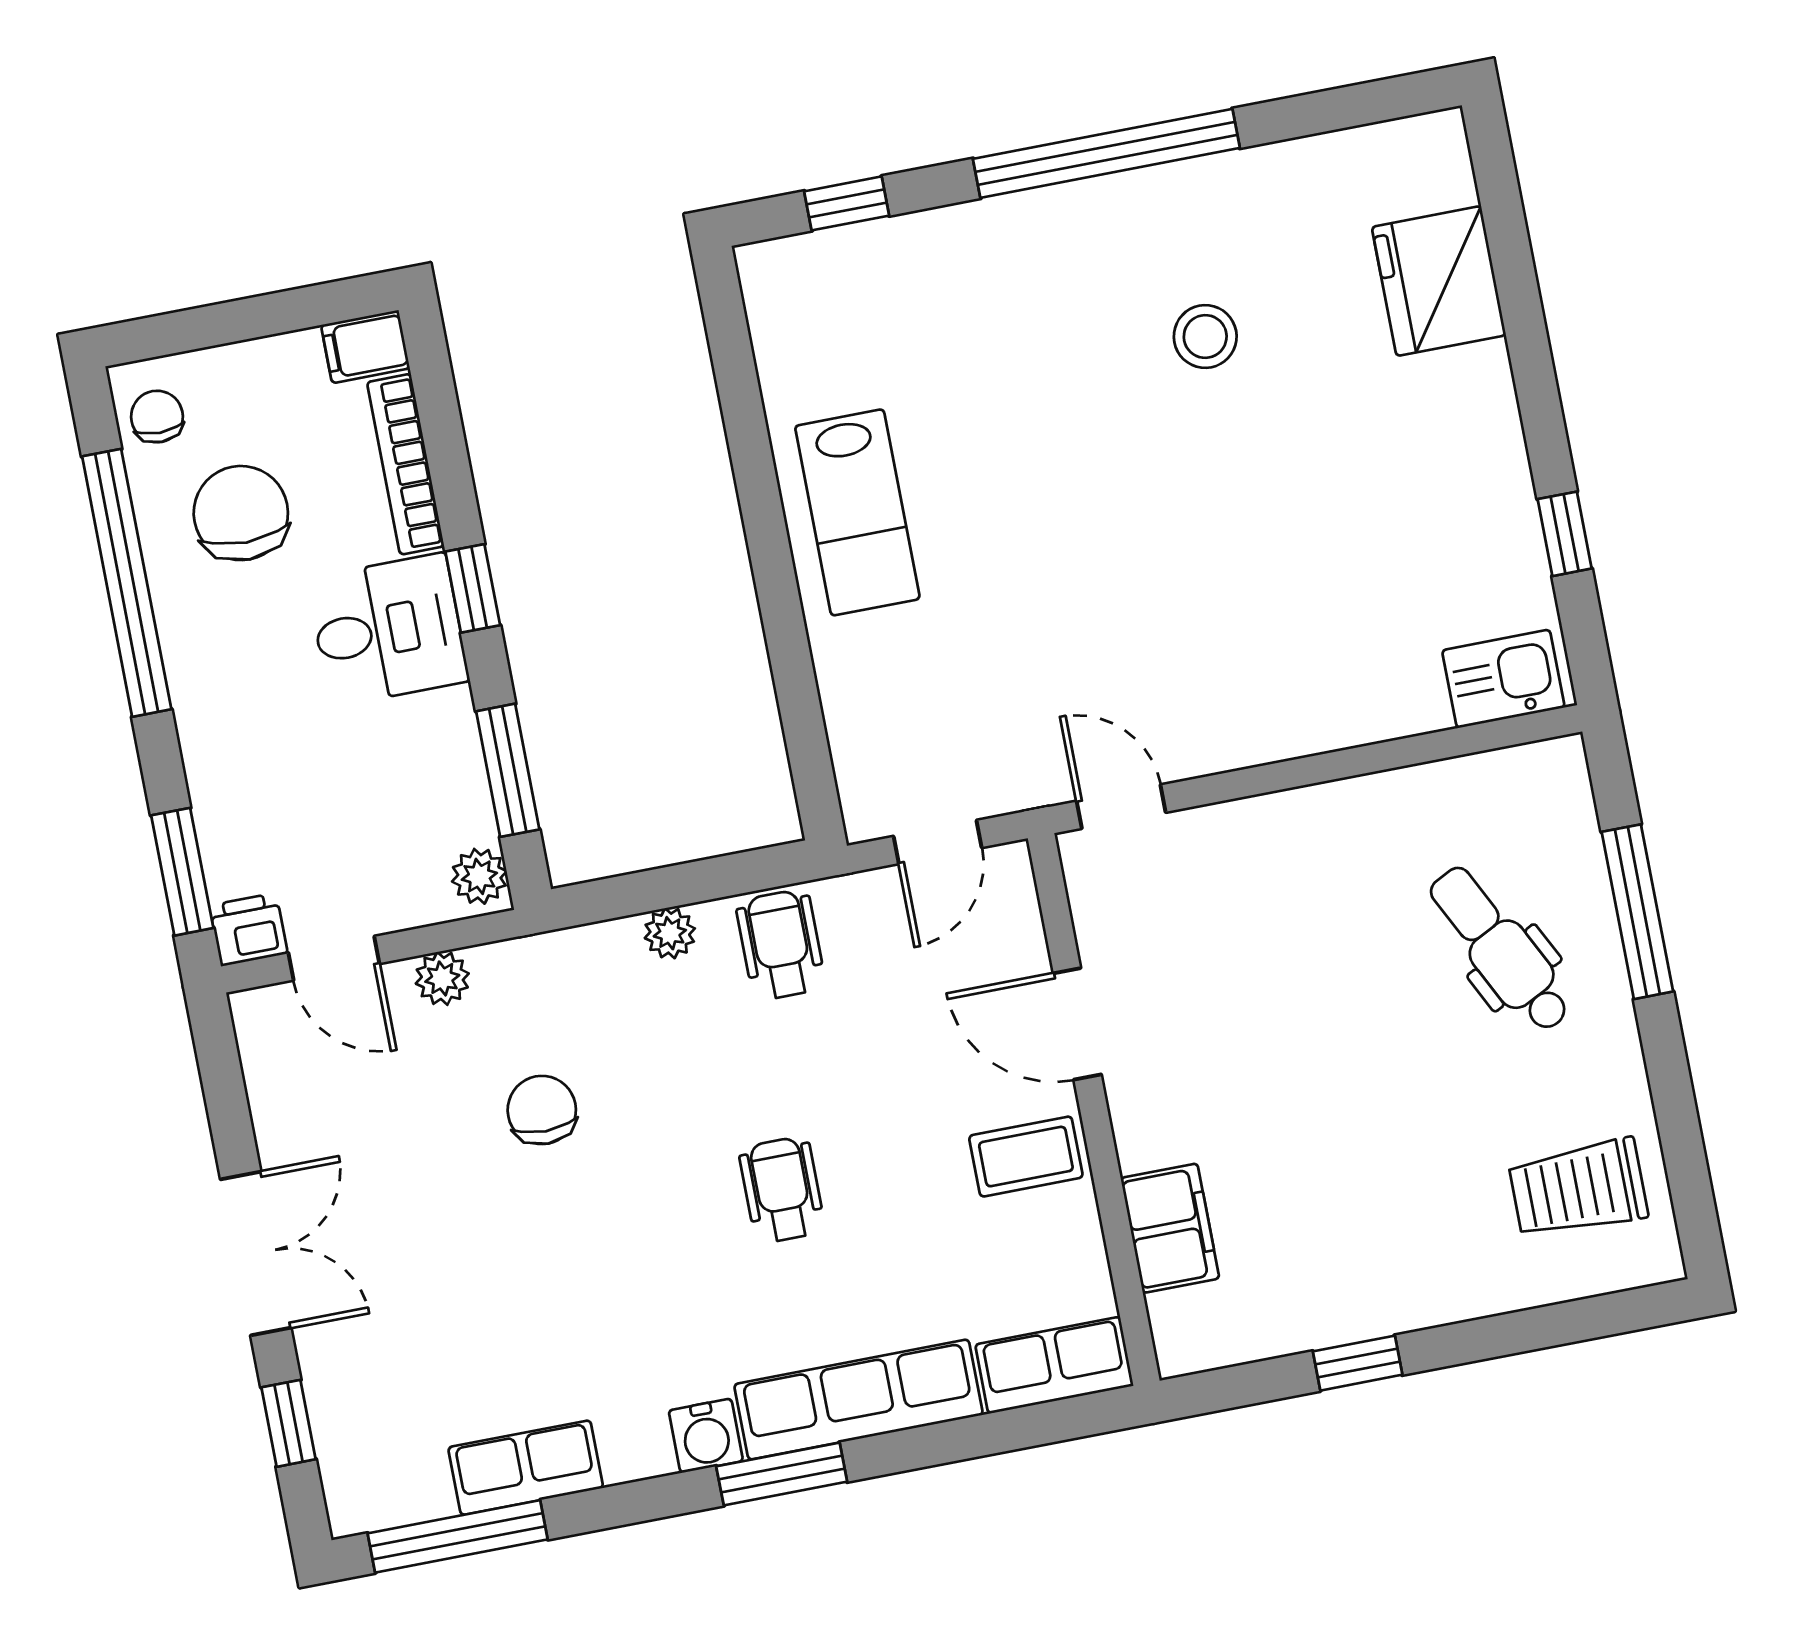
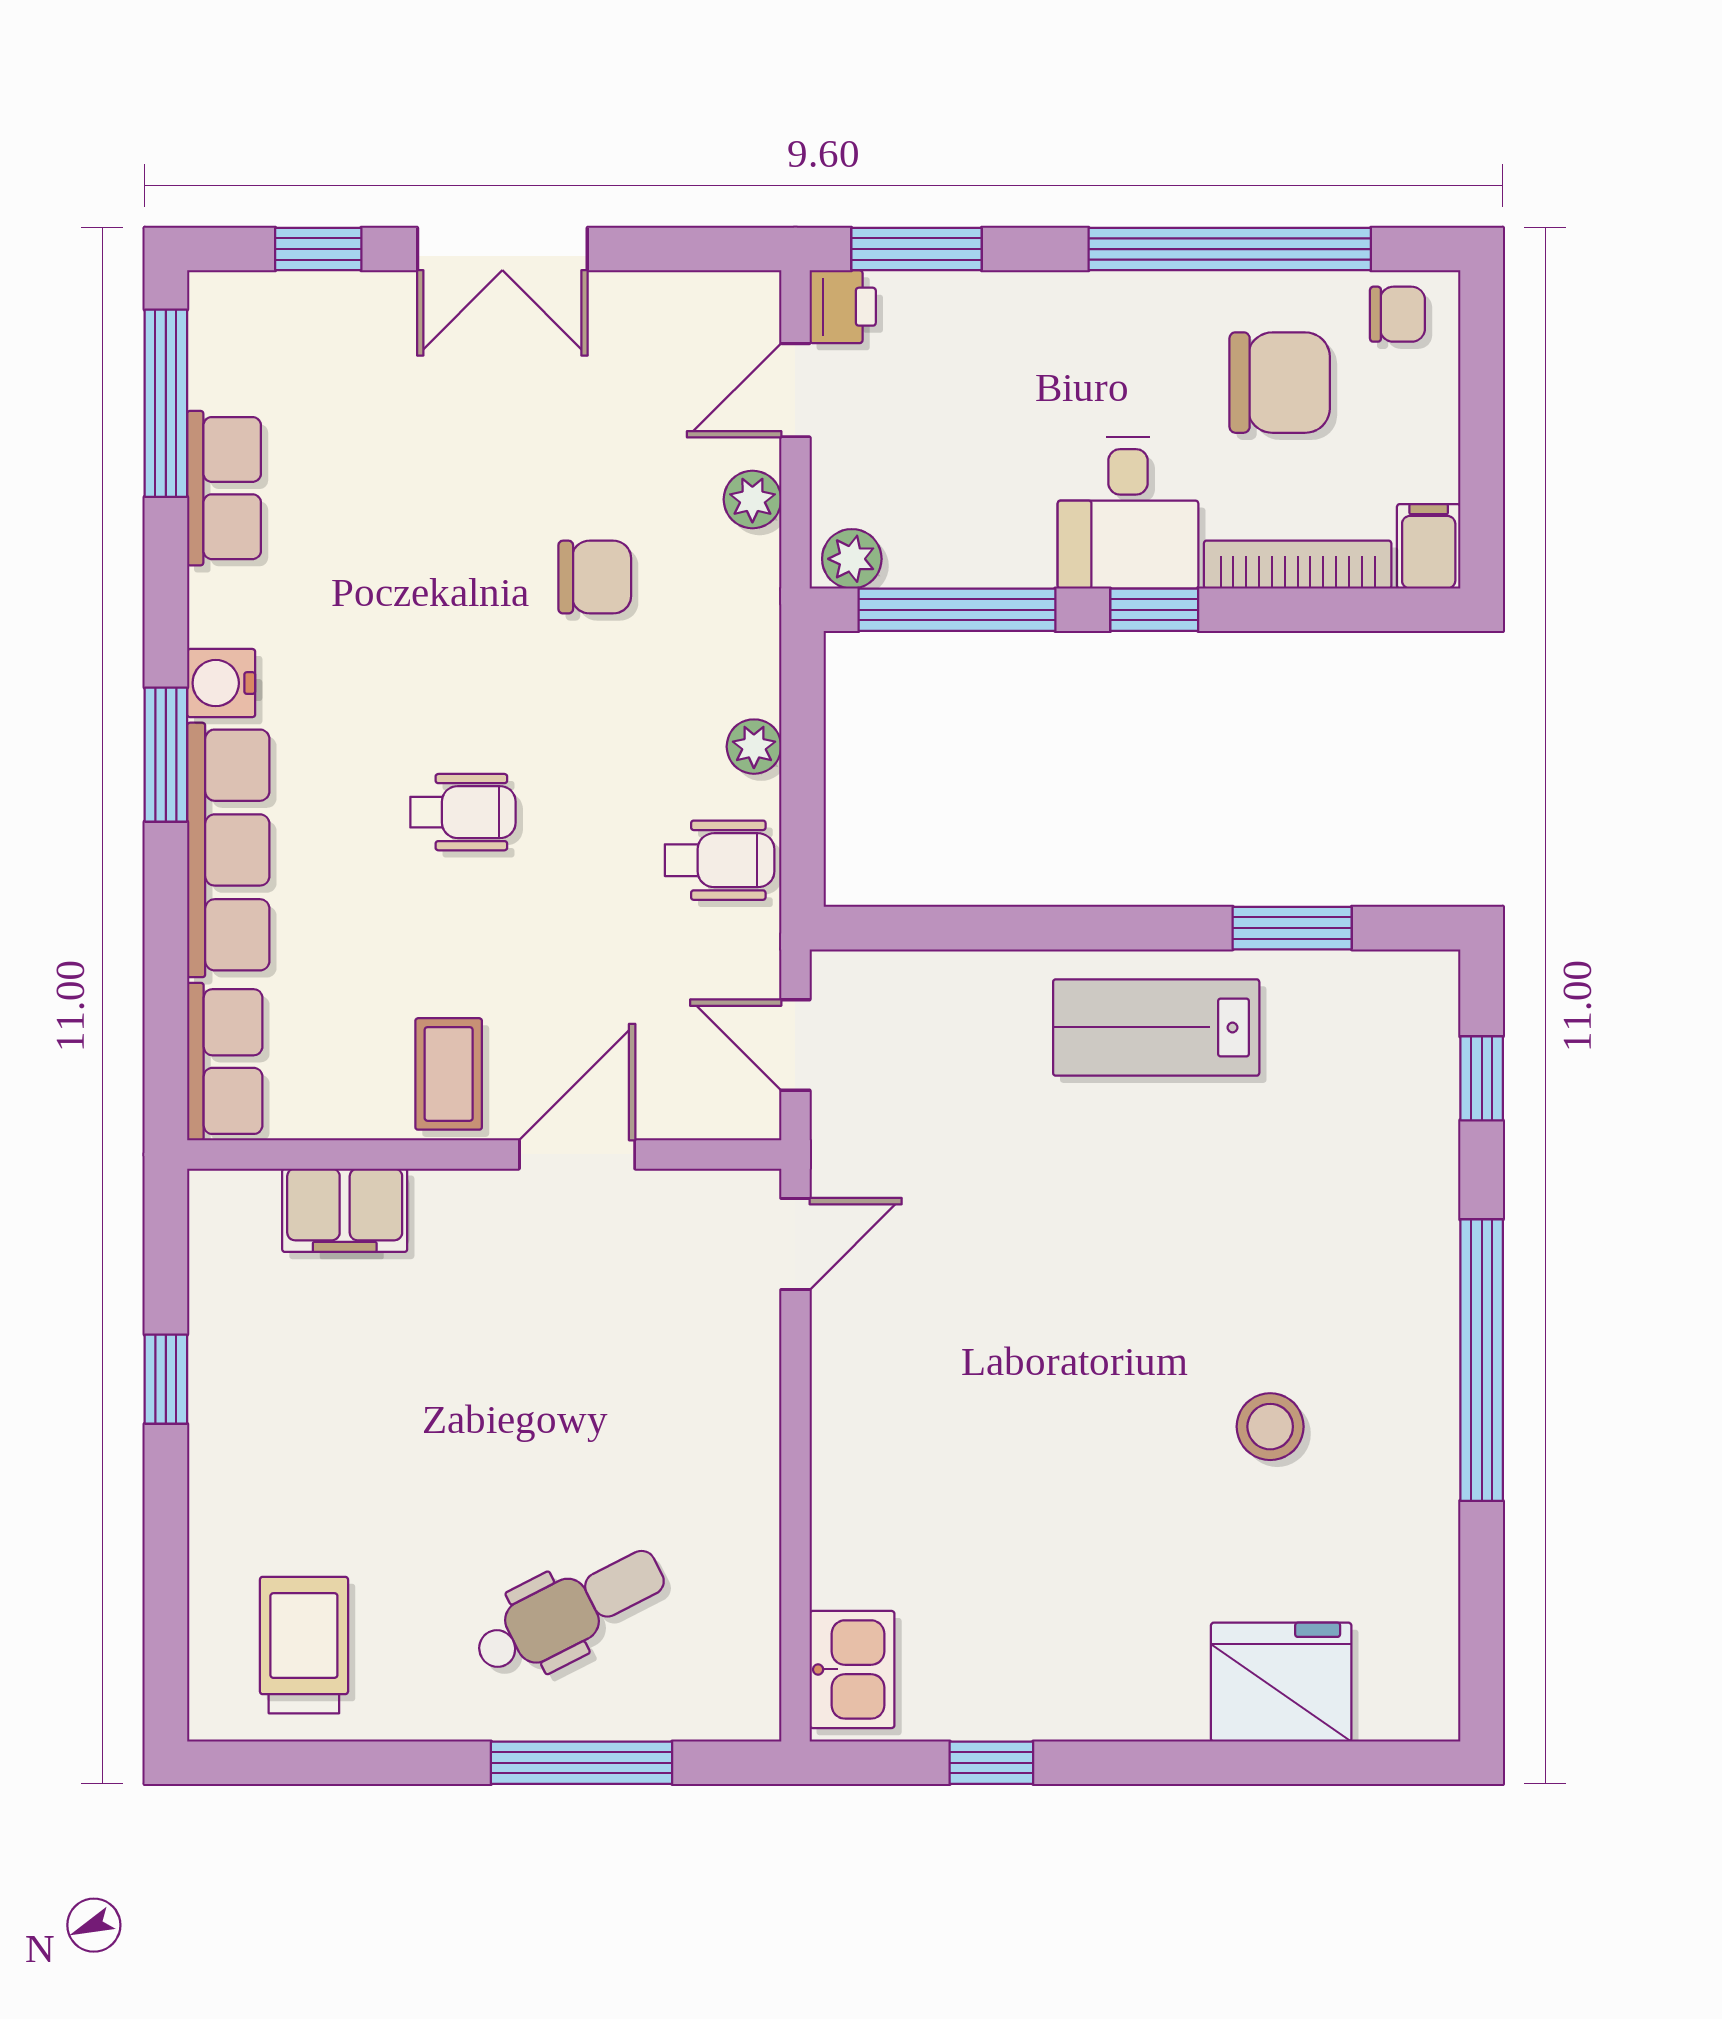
window: (742, 405) -> (1292, 928), added
window: (508, 770) -> (957, 610), width x1.44

